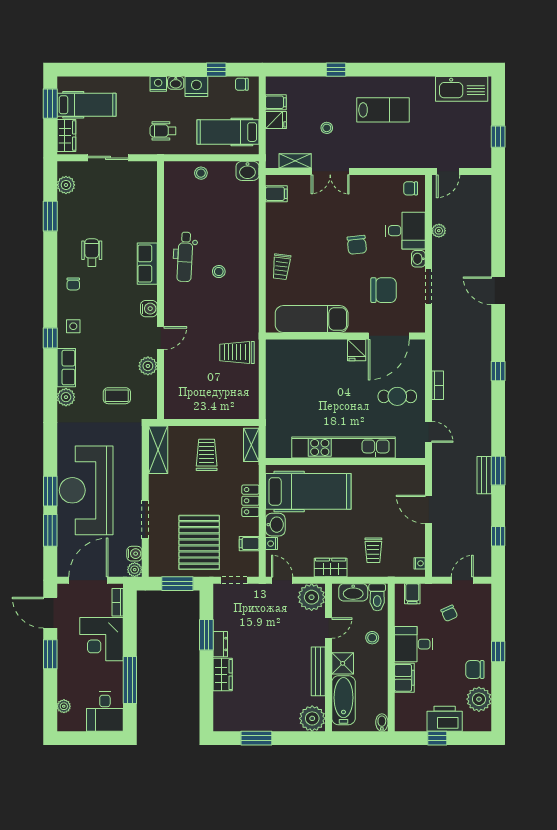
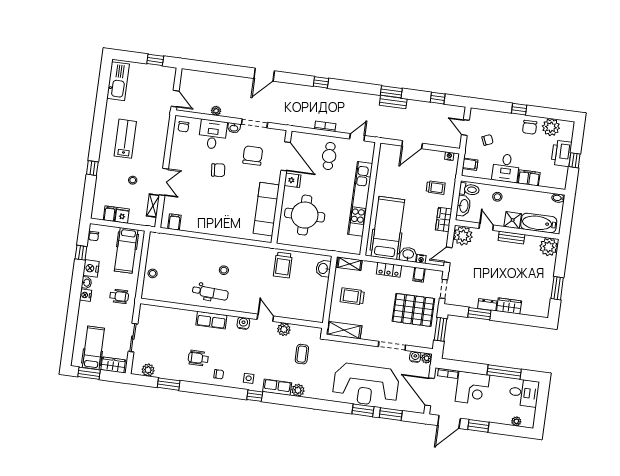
wheelchair: (163, 131) -> (119, 296), turned -90
washbasin: (247, 171) -> (323, 268), moved, turned 180
trolley: (281, 267) -> (226, 226), removed
round table: (311, 373) -> (305, 215), added
bench: (318, 671) -> (511, 238), width x0.73

